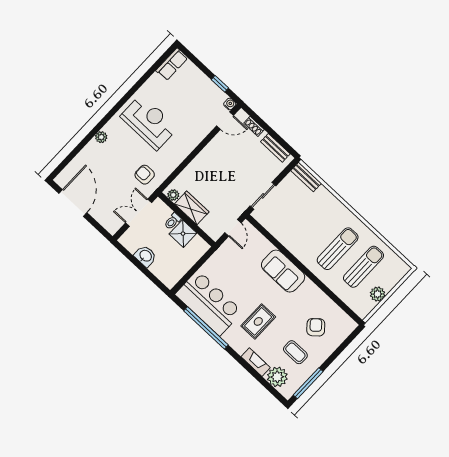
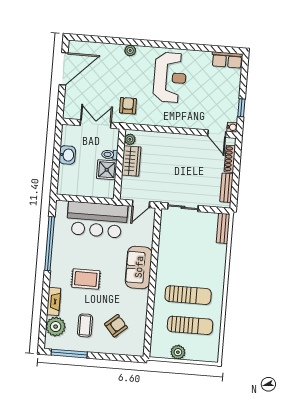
shoe rack: (254, 126) -> (230, 159), width x1.43
bar counter: (209, 303) -> (97, 220), moved, turned 90

